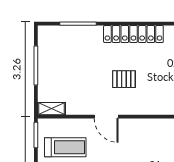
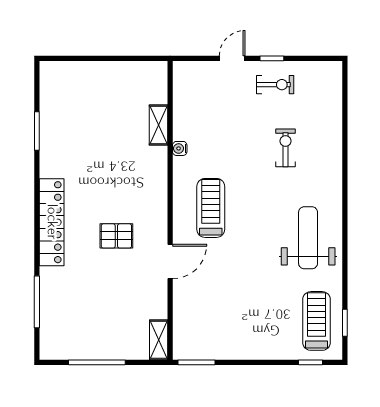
pallet: (124, 79) -> (116, 236), turned 90
treadmill: (65, 147) -> (211, 208), moved

